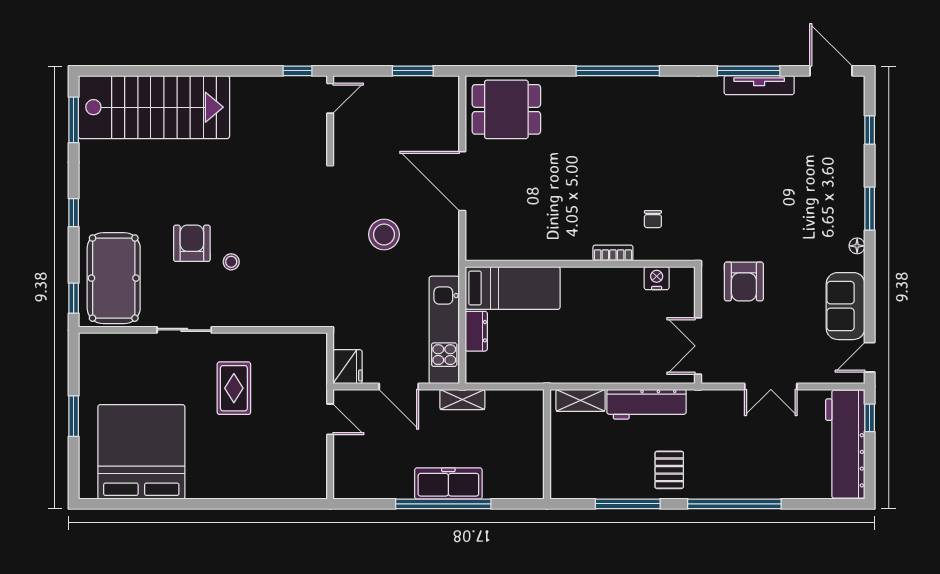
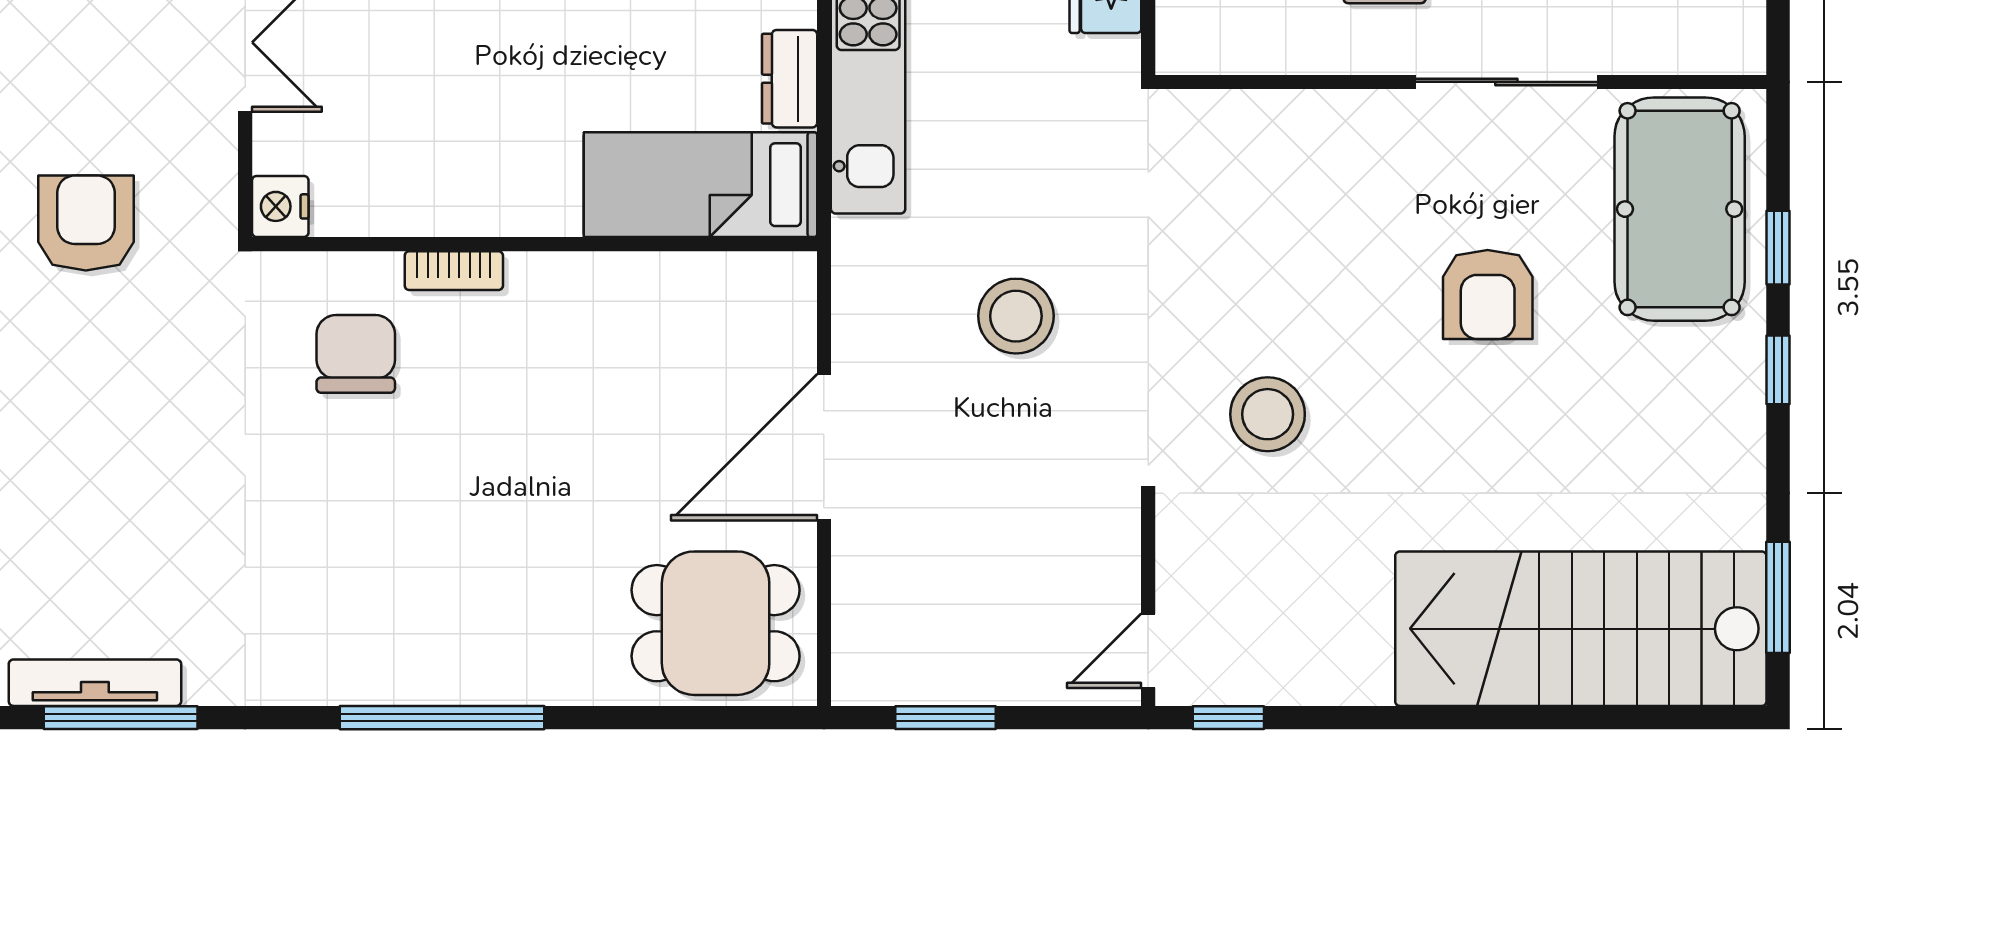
door: (462, 181) -> (824, 447), swing flipped
chair: (653, 219) -> (356, 354), width x1.87, depth x1.87
stool: (231, 262) -> (1268, 414), moved, width x1.89, depth x1.89
nightstand: (657, 278) -> (280, 206), moved, turned 90
armchair: (744, 281) -> (86, 223), moved
window: (74, 298) -> (1778, 248), moved
sliding door: (184, 330) -> (1506, 82), width x1.37

